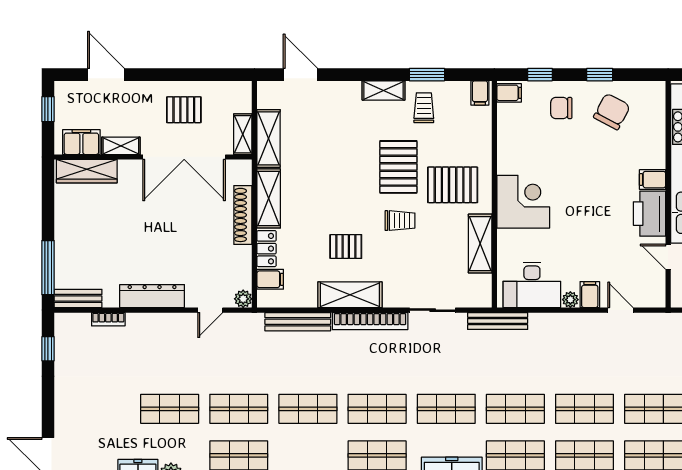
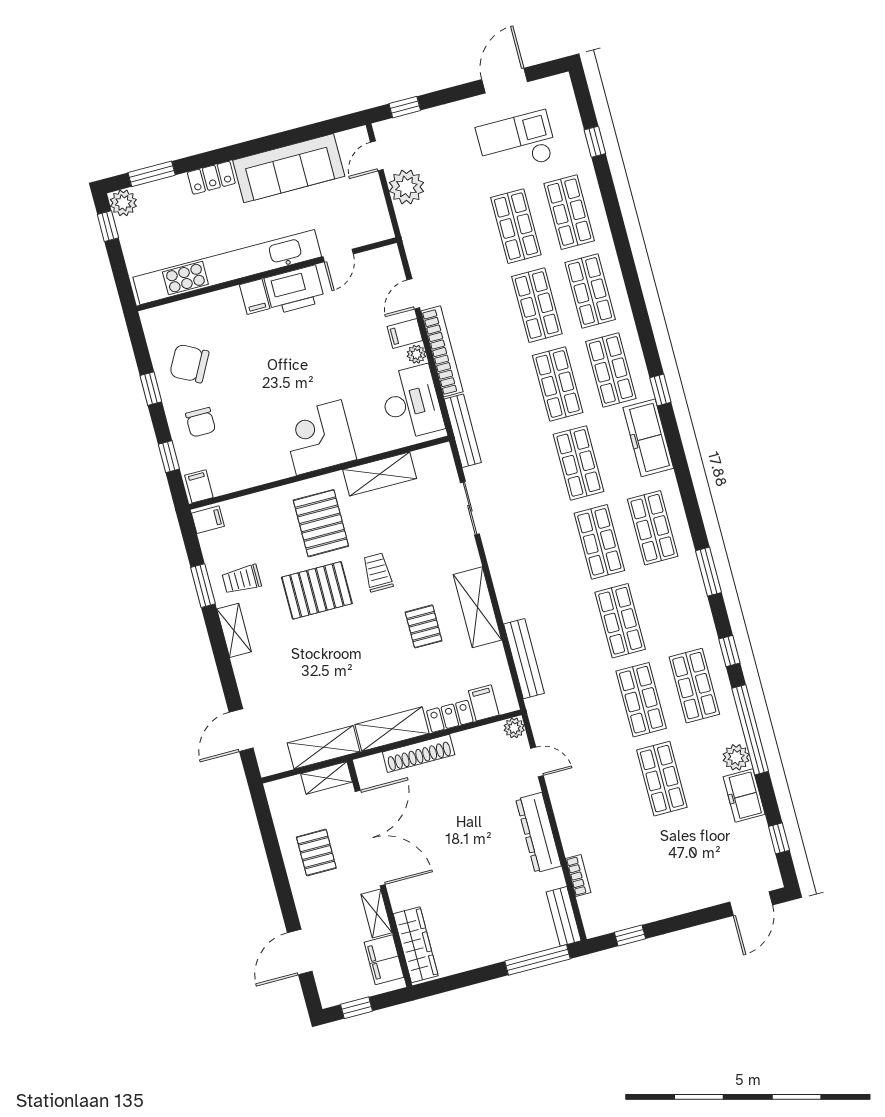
bookcase: (370, 321) -> (442, 351), moved

